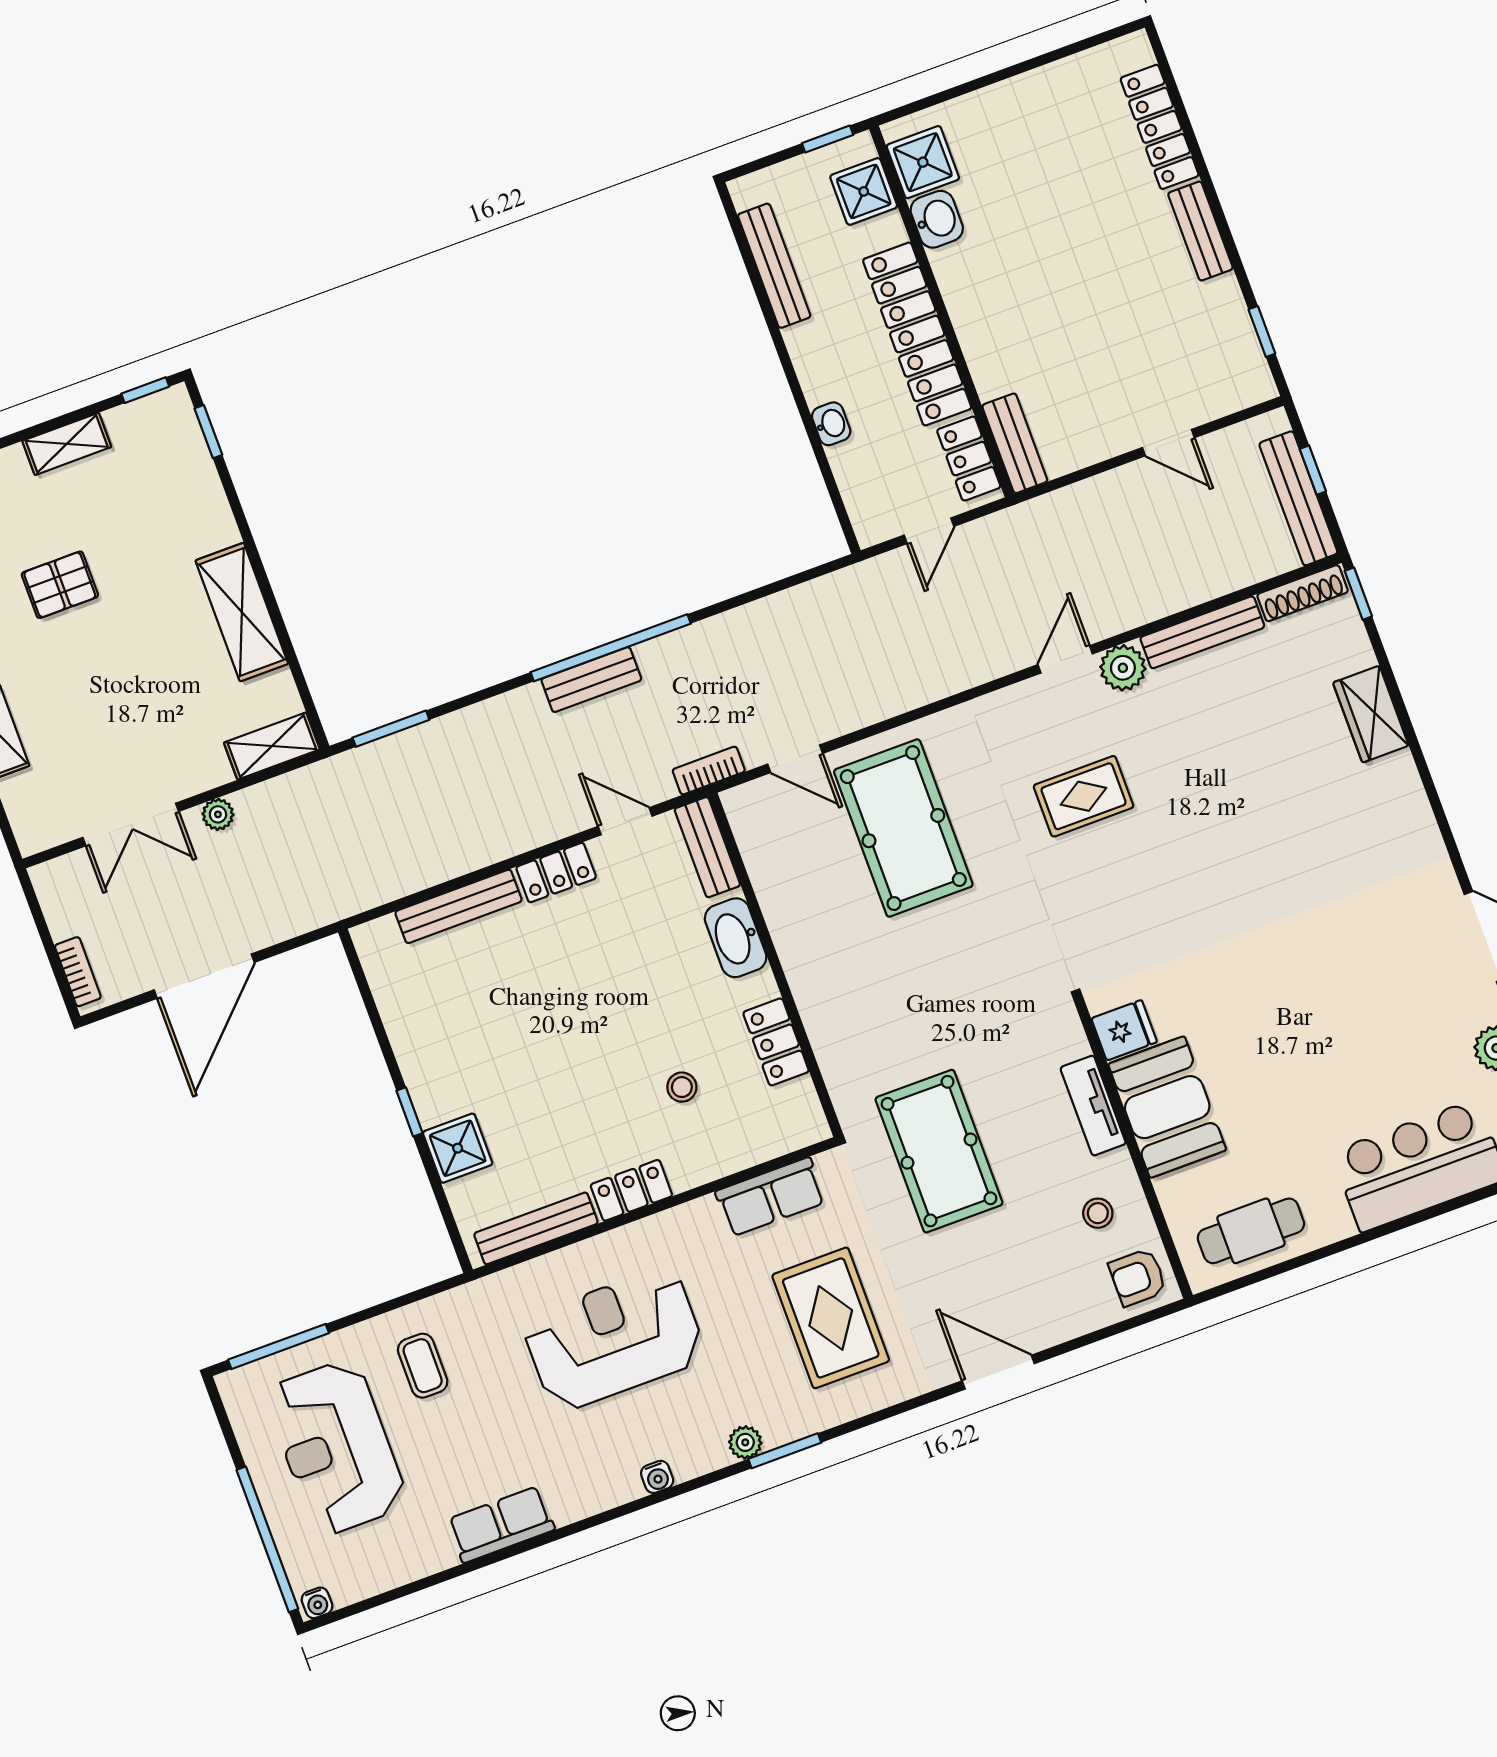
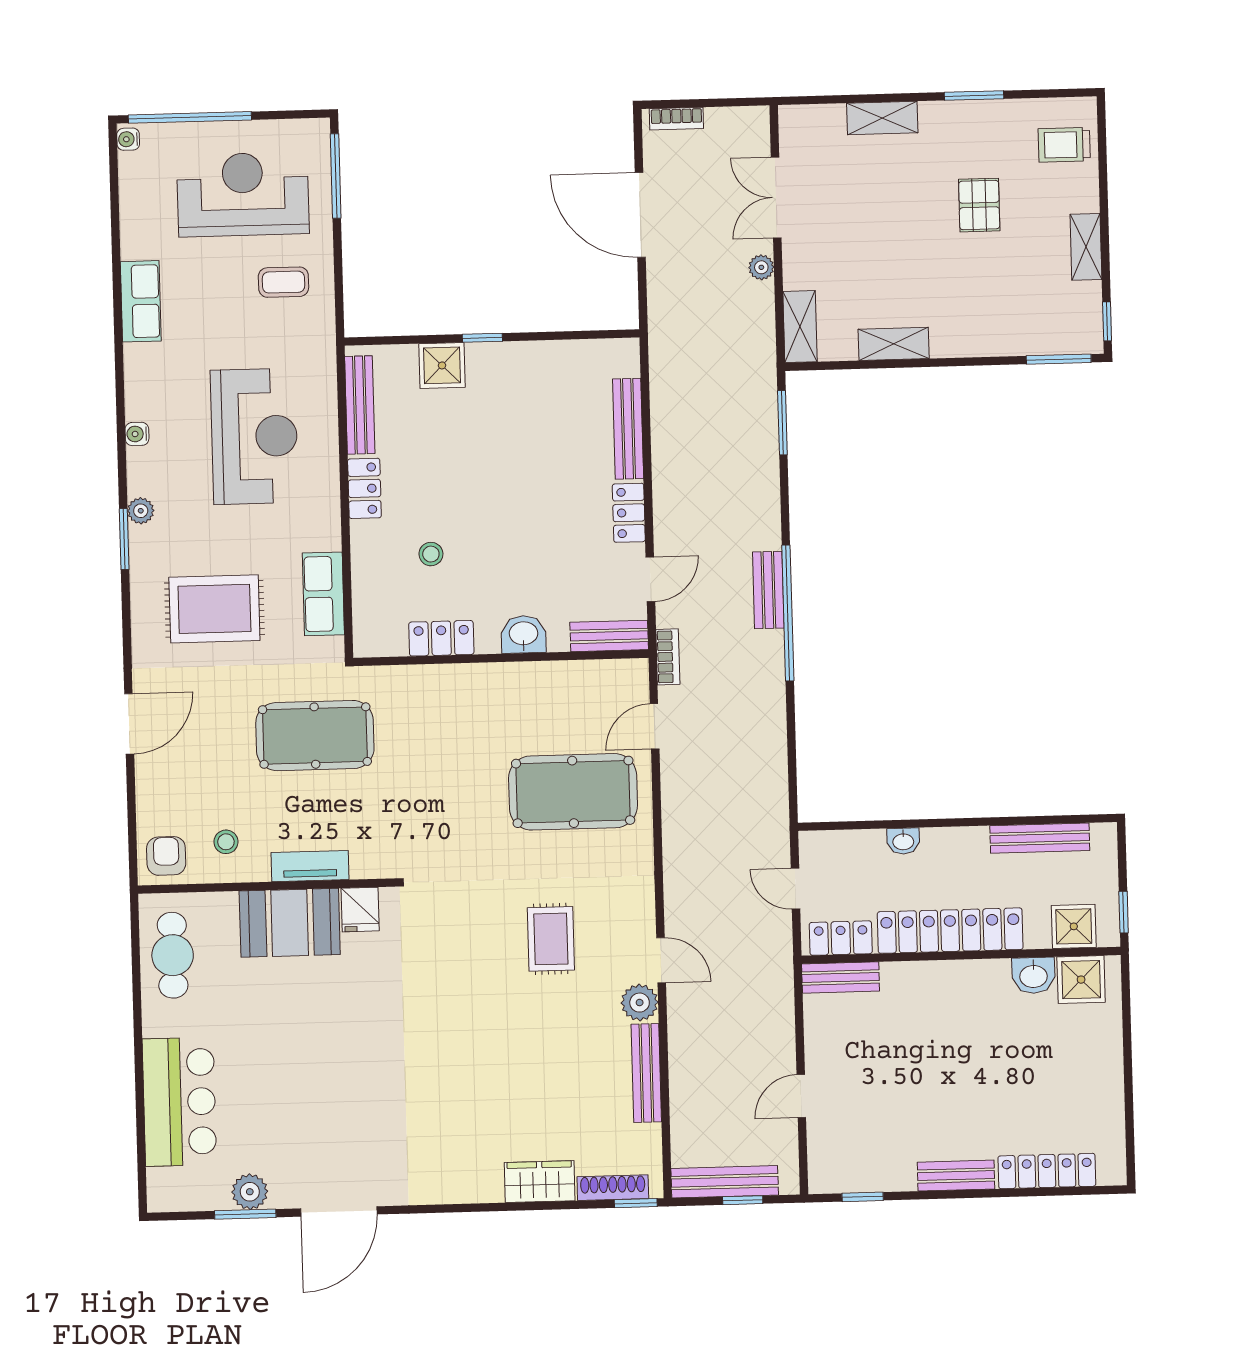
window: (208, 432) -> (1059, 359), width x1.50
shoe rack: (1303, 593) -> (613, 1188), moved, turned 90
shelving: (242, 612) -> (894, 344), width x0.67, depth x0.75
washbasin: (736, 938) -> (524, 634), width x0.72

